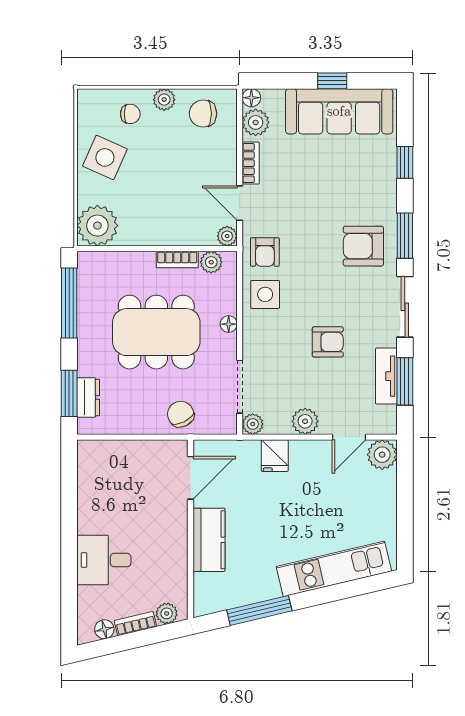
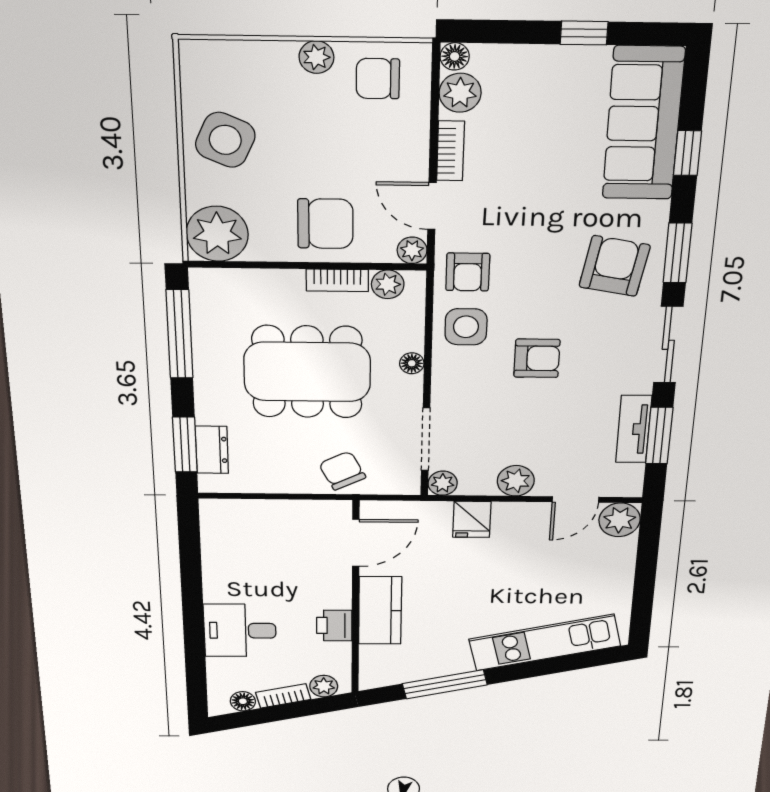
sofa: (339, 111) -> (643, 124), moved, turned 90
chair: (130, 114) -> (325, 224), moved, width x1.87, depth x1.87
armchair: (363, 246) -> (615, 266), turned 100
armchair: (328, 342) -> (537, 358), moved
printer: (175, 554) -> (334, 626), added

